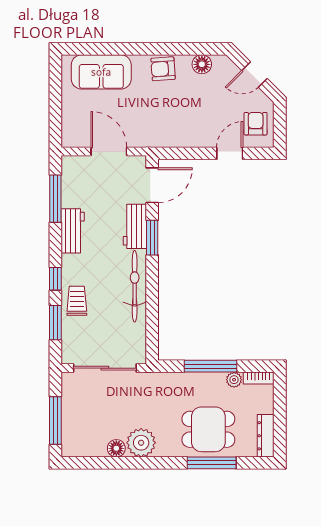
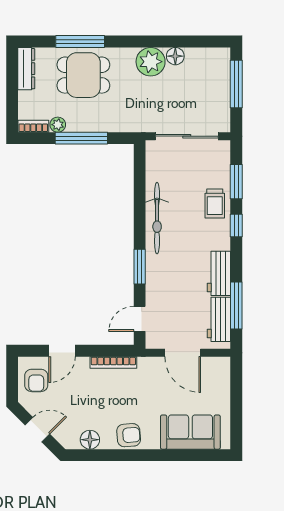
bookcase: (178, 142) -> (113, 363), added
door: (152, 185) -> (140, 319), width x0.73
workbench: (135, 226) -> (219, 319), moved, turned 180

